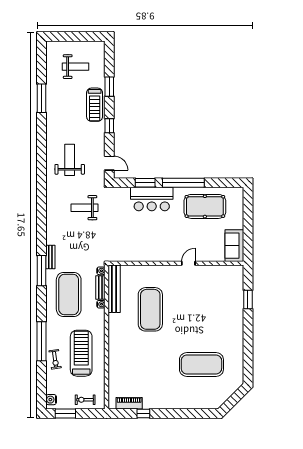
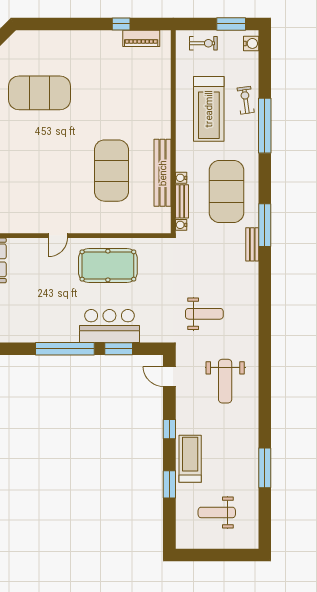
pool table: (205, 206) -> (108, 265), moved
bench: (114, 289) -> (163, 173), moved

